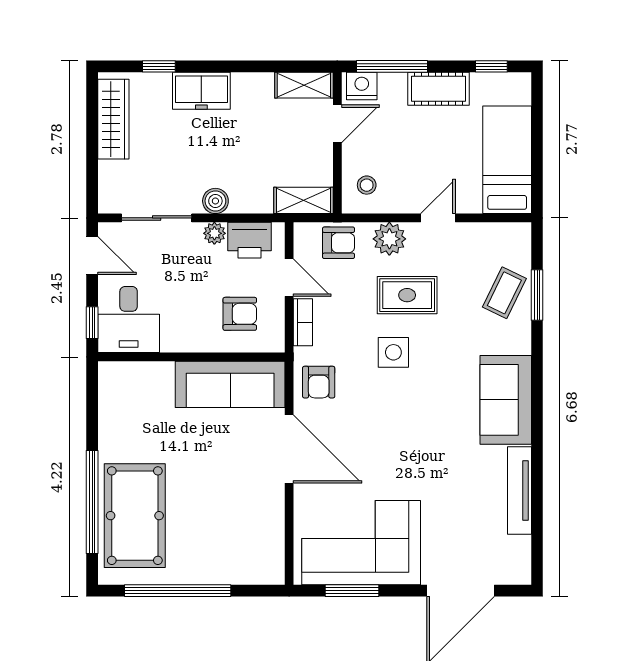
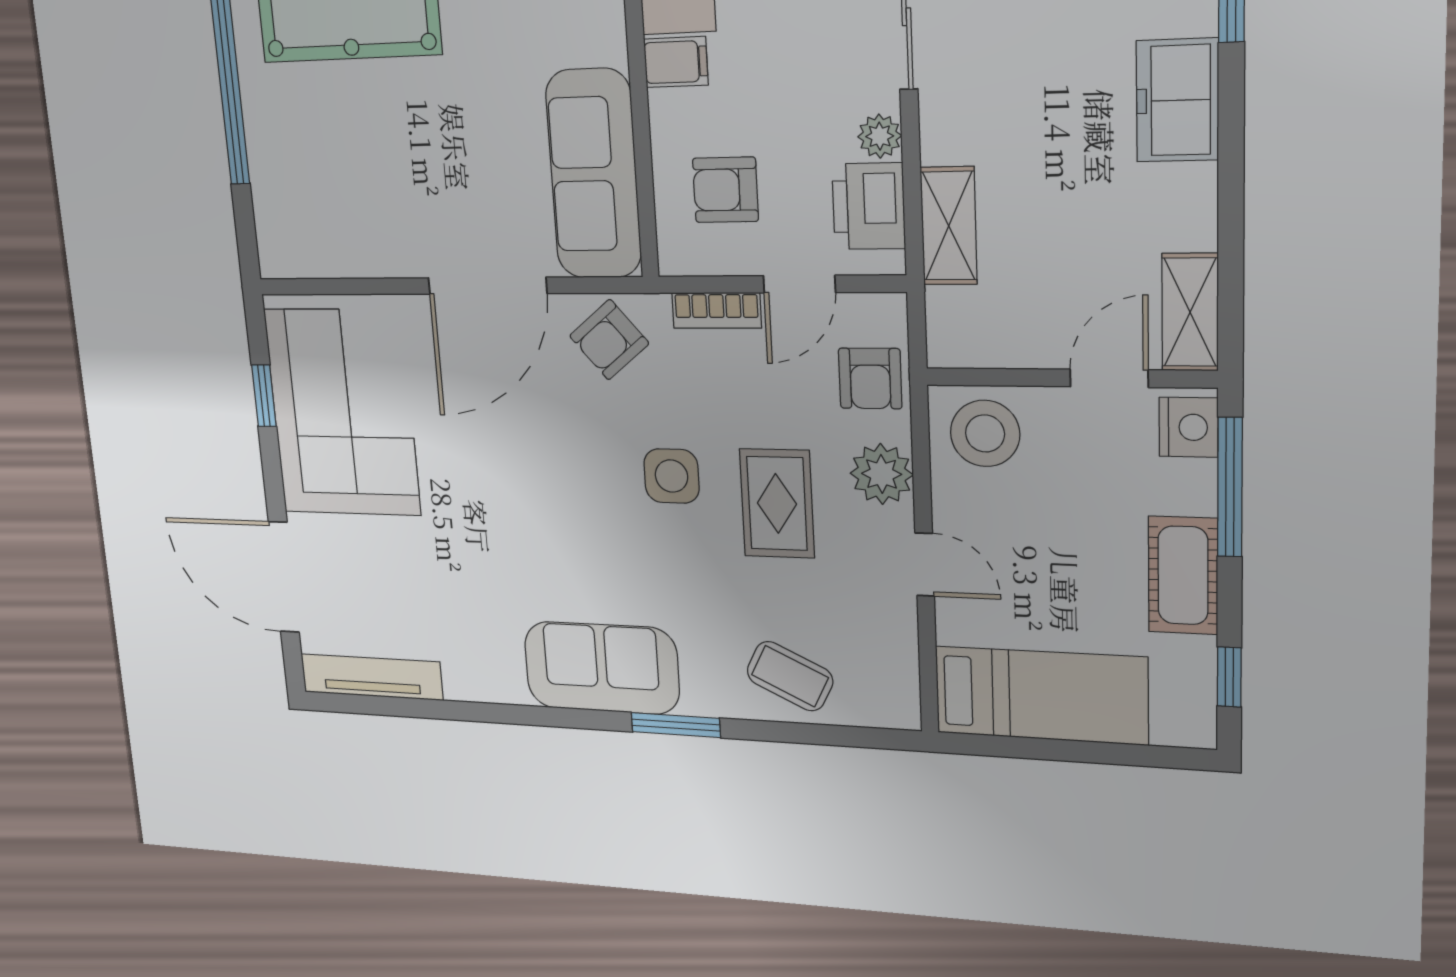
door: (337, 124) -> (1109, 378), swing flipped
stool: (367, 185) -> (985, 433), width x1.89, depth x1.89
shelving: (303, 200) -> (949, 226), moved
boiler: (215, 201) -> (945, 136), removed
window: (537, 295) -> (676, 725), moved
armchair: (240, 314) -> (725, 190), turned 90
filing cabinet: (174, 336) -> (676, 62), added
armchair: (319, 382) -> (609, 340), turned -40
tv unit: (520, 490) -> (372, 677), moved
window: (352, 591) -> (264, 396), width x0.67

